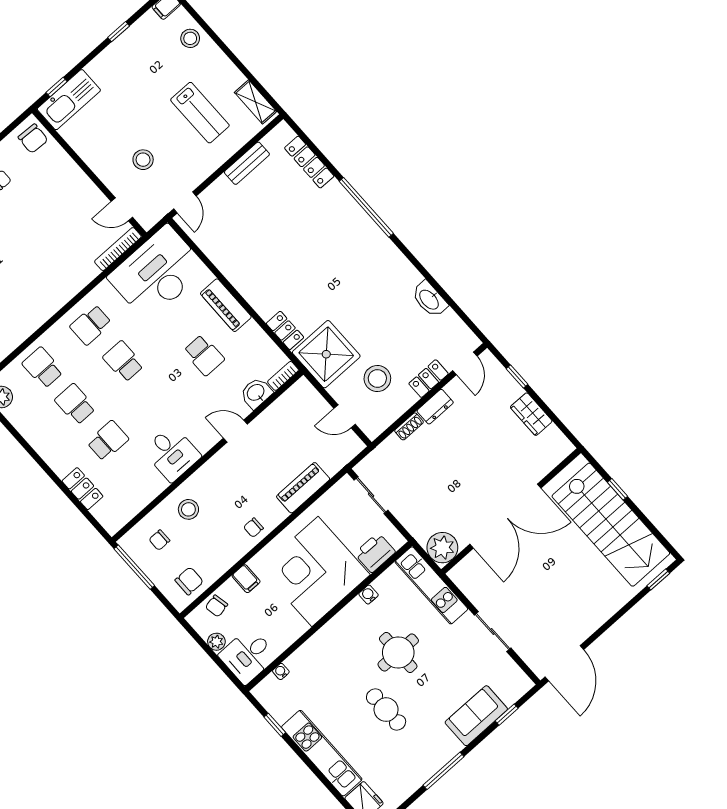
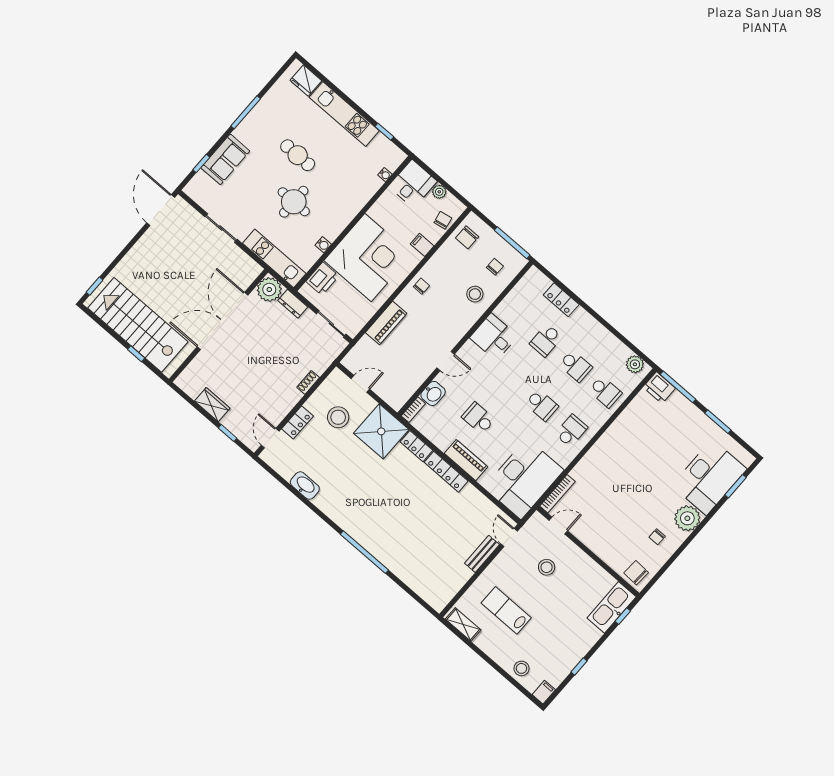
locker: (309, 162) -> (446, 472), moved, turned 180
bench: (247, 163) -> (482, 554), moved
dresser: (435, 407) -> (293, 304), moved, turned -90

